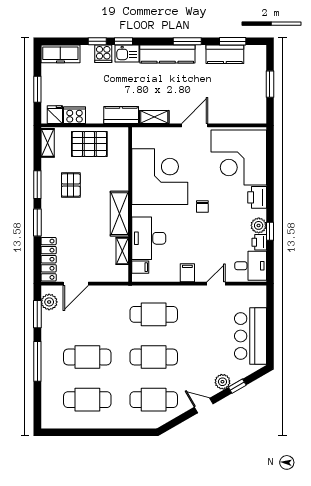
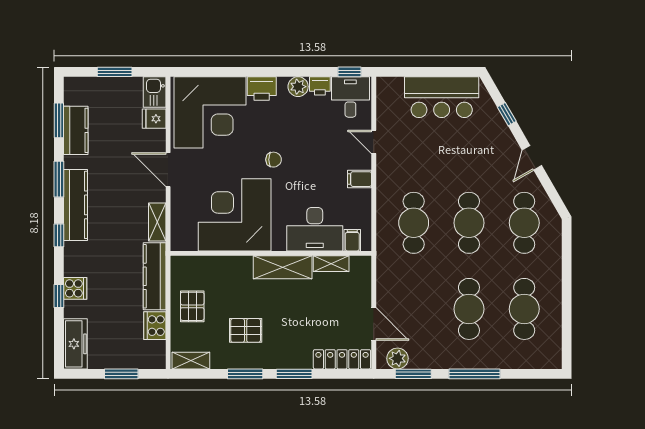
window: (123, 41) -> (59, 235), moved
kitchen sink: (127, 54) -> (155, 92), moved, turned 180
fridge: (55, 115) -> (154, 119), moved
kitchen counter: (121, 115) -> (155, 276), width x1.50
pallet: (89, 144) -> (192, 306), width x0.67, depth x0.71
window: (270, 231) -> (350, 72), moved
plant: (222, 382) -> (501, 133), removed

